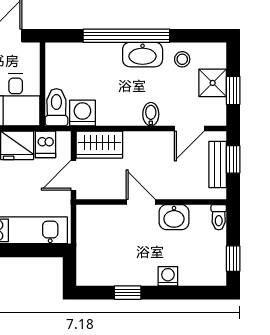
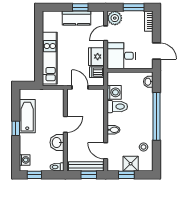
washbasin: (143, 55) -> (148, 82), moved, width x0.52, depth x0.69
toilet: (56, 107) -> (117, 107), moved
wardrobe: (99, 145) -> (97, 102), removed
bench: (218, 164) -> (86, 166), width x1.36
bathtub: (126, 272) -> (27, 116), added
washing machine: (168, 276) -> (25, 160), moved
window: (128, 293) -> (16, 128), moved

